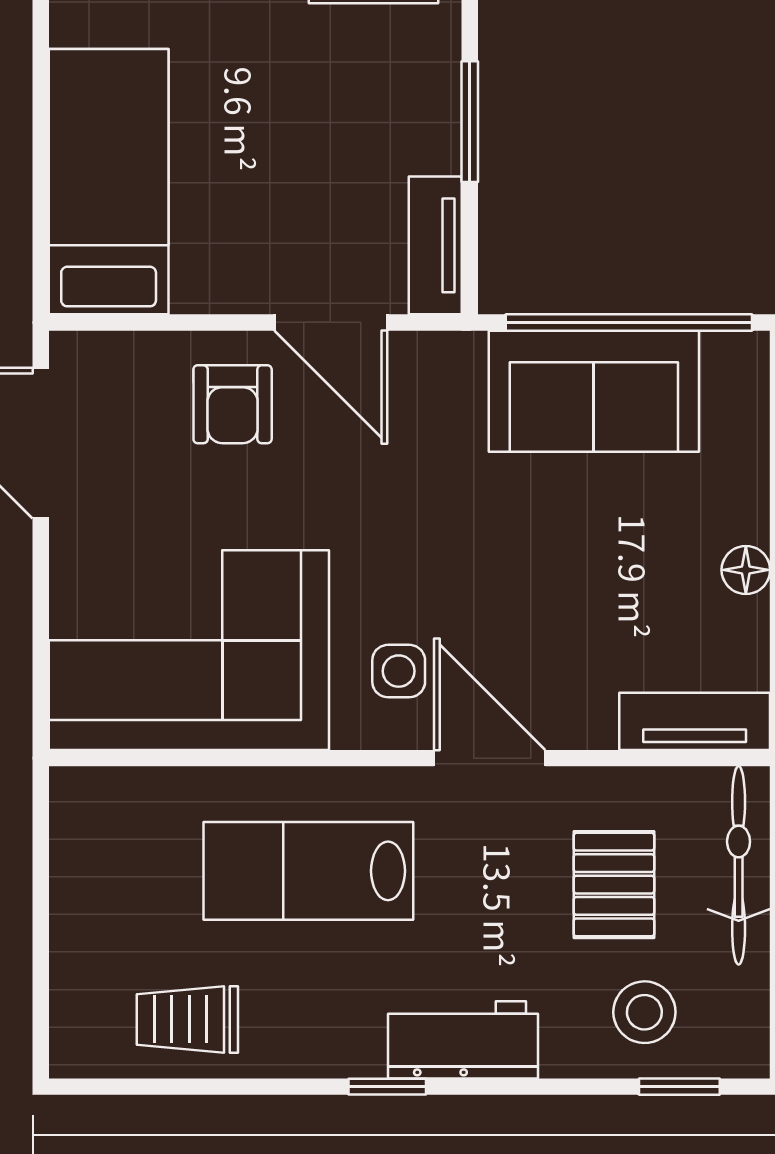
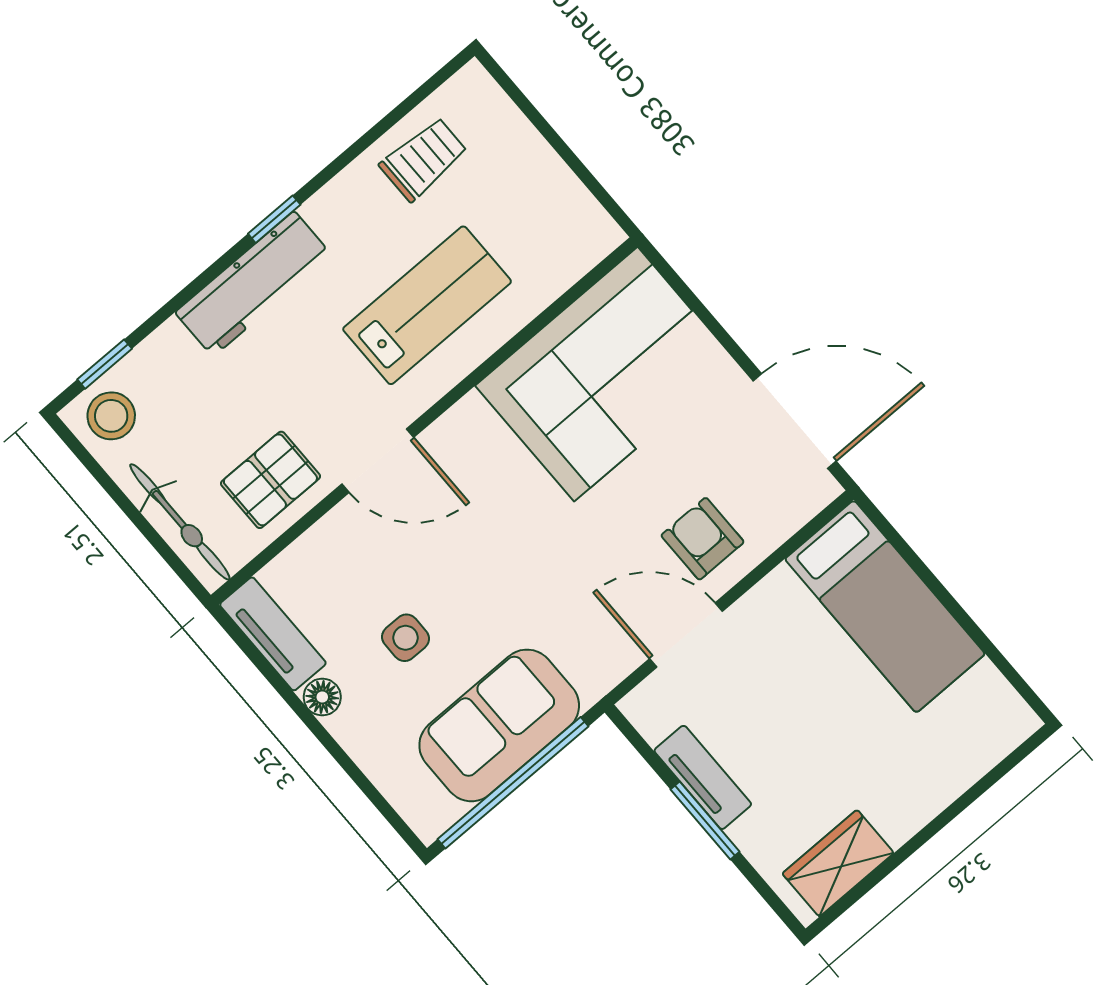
tv unit: (435, 245) -> (703, 777), moved
side table: (399, 671) -> (405, 638), moved
tv unit: (695, 721) -> (273, 634), moved, turned -90
pallet: (614, 885) -> (270, 480), moved, turned 90
stool: (644, 1012) -> (111, 416), moved
workbench: (463, 1040) -> (253, 284), width x1.38

